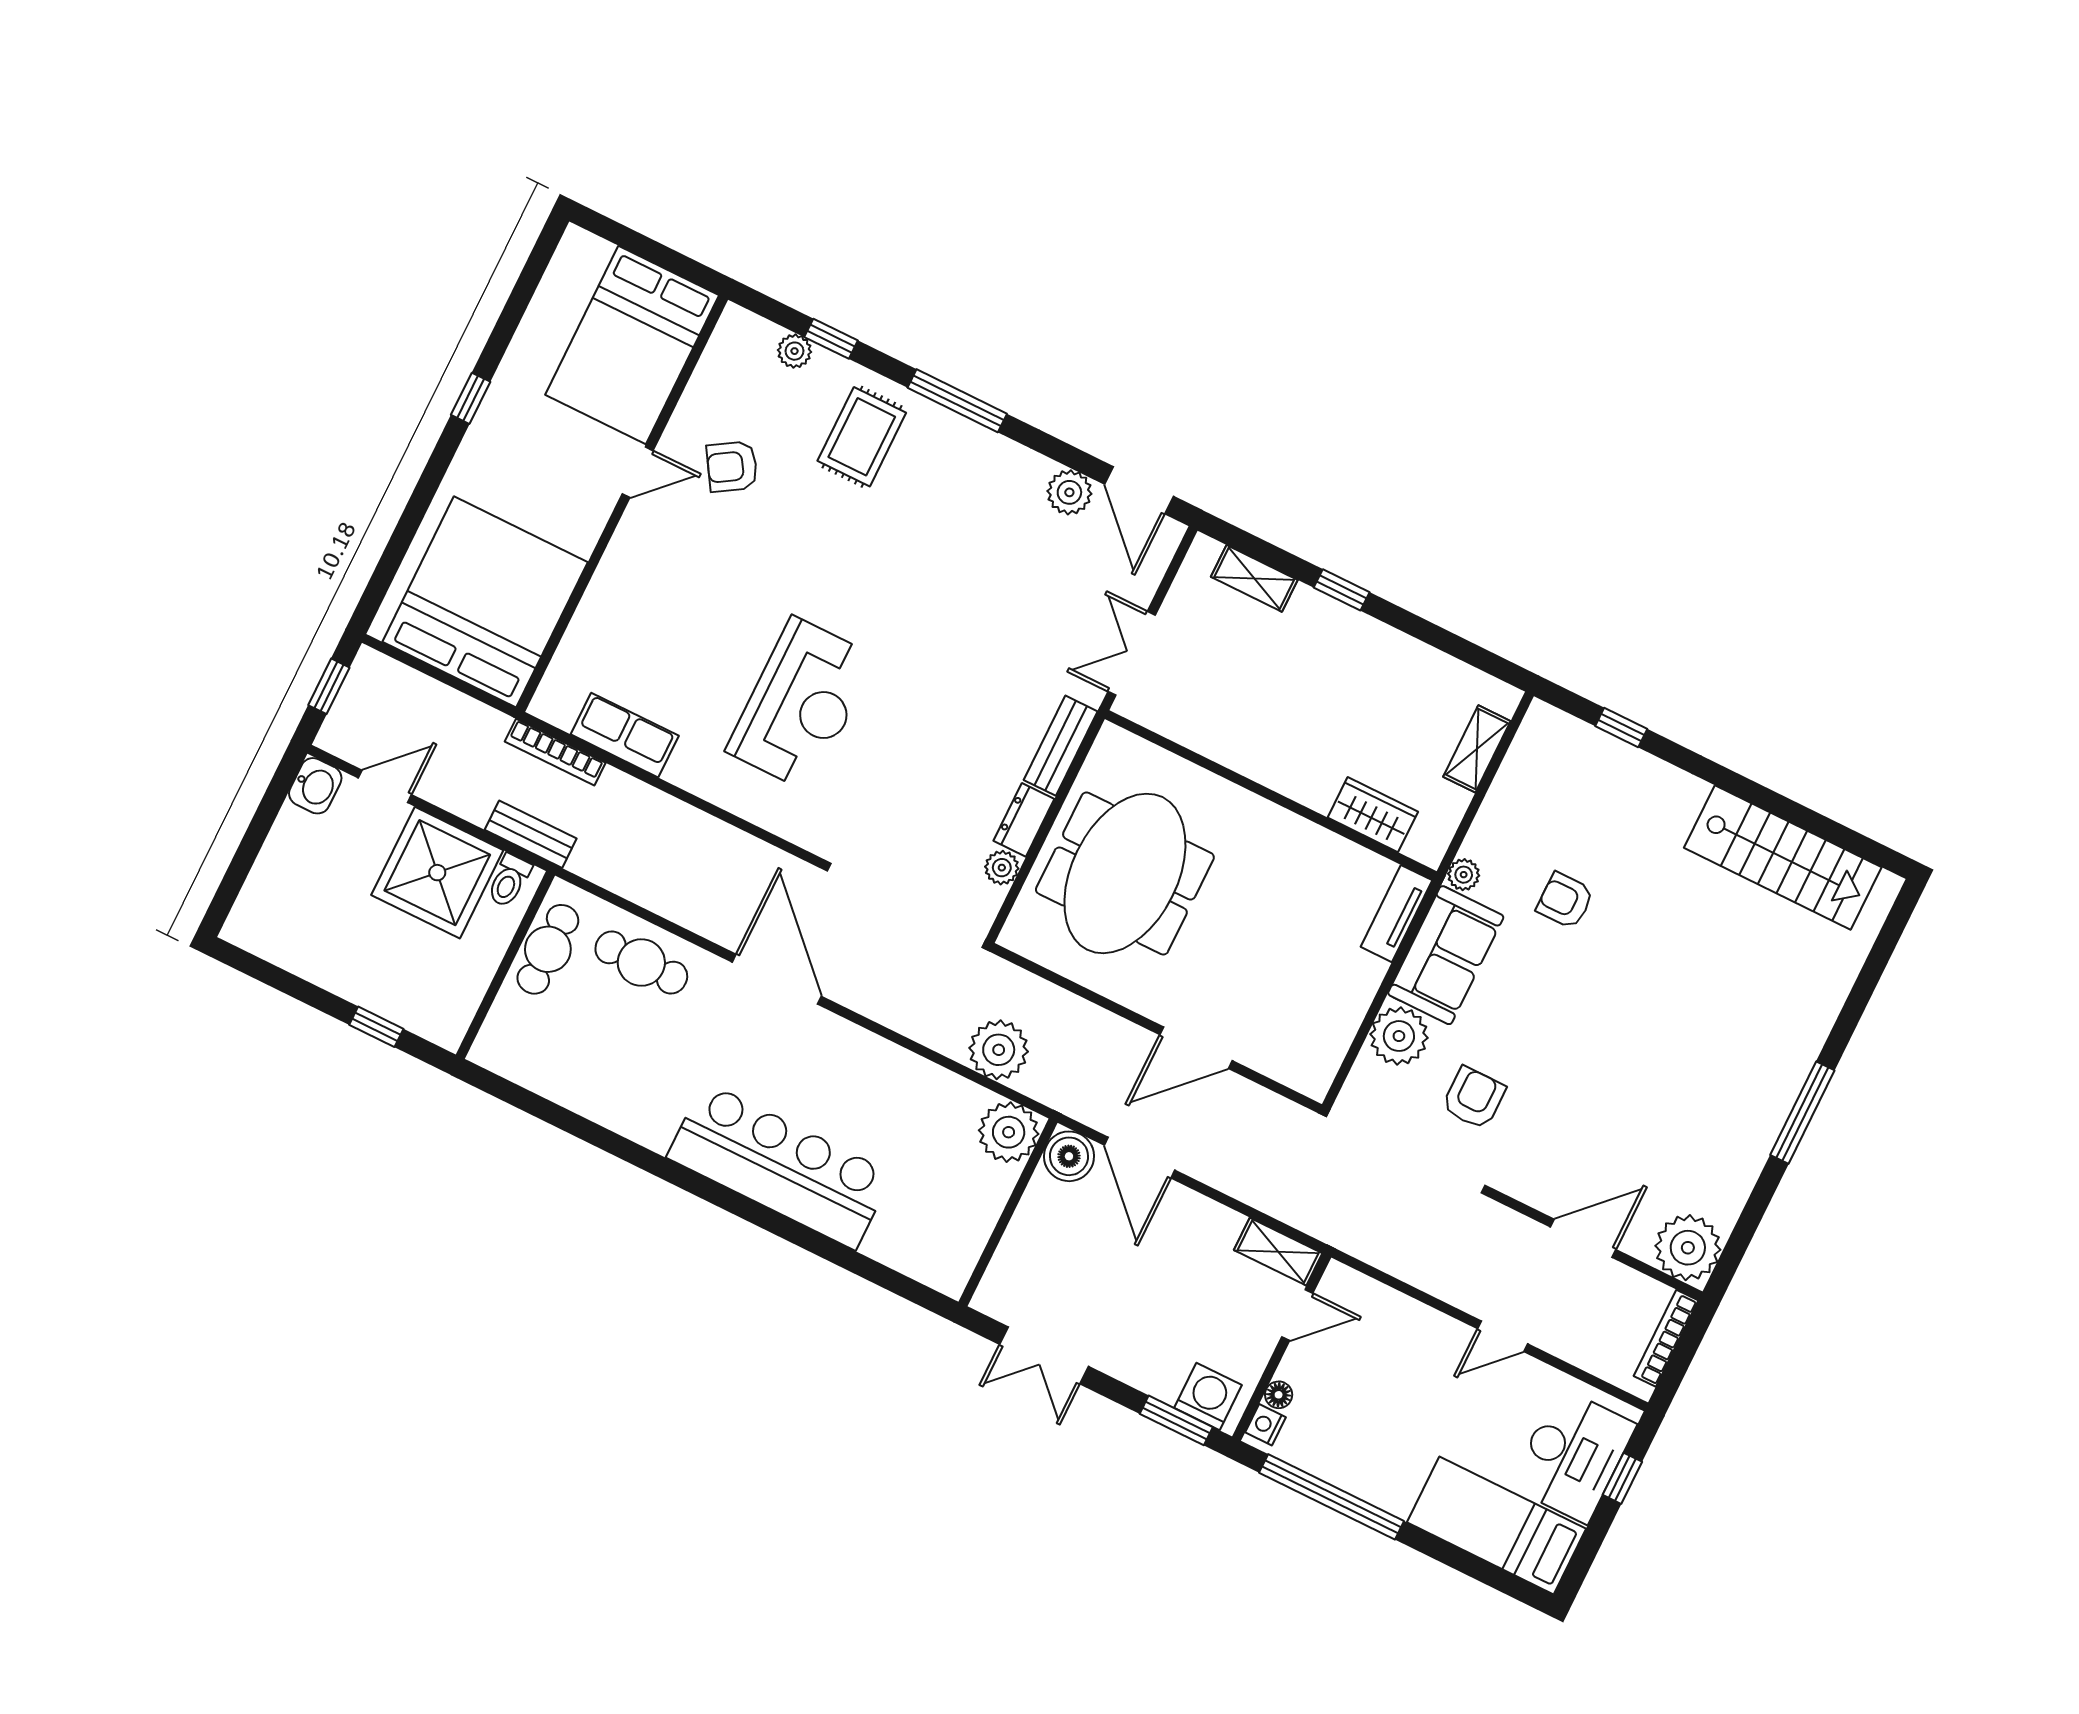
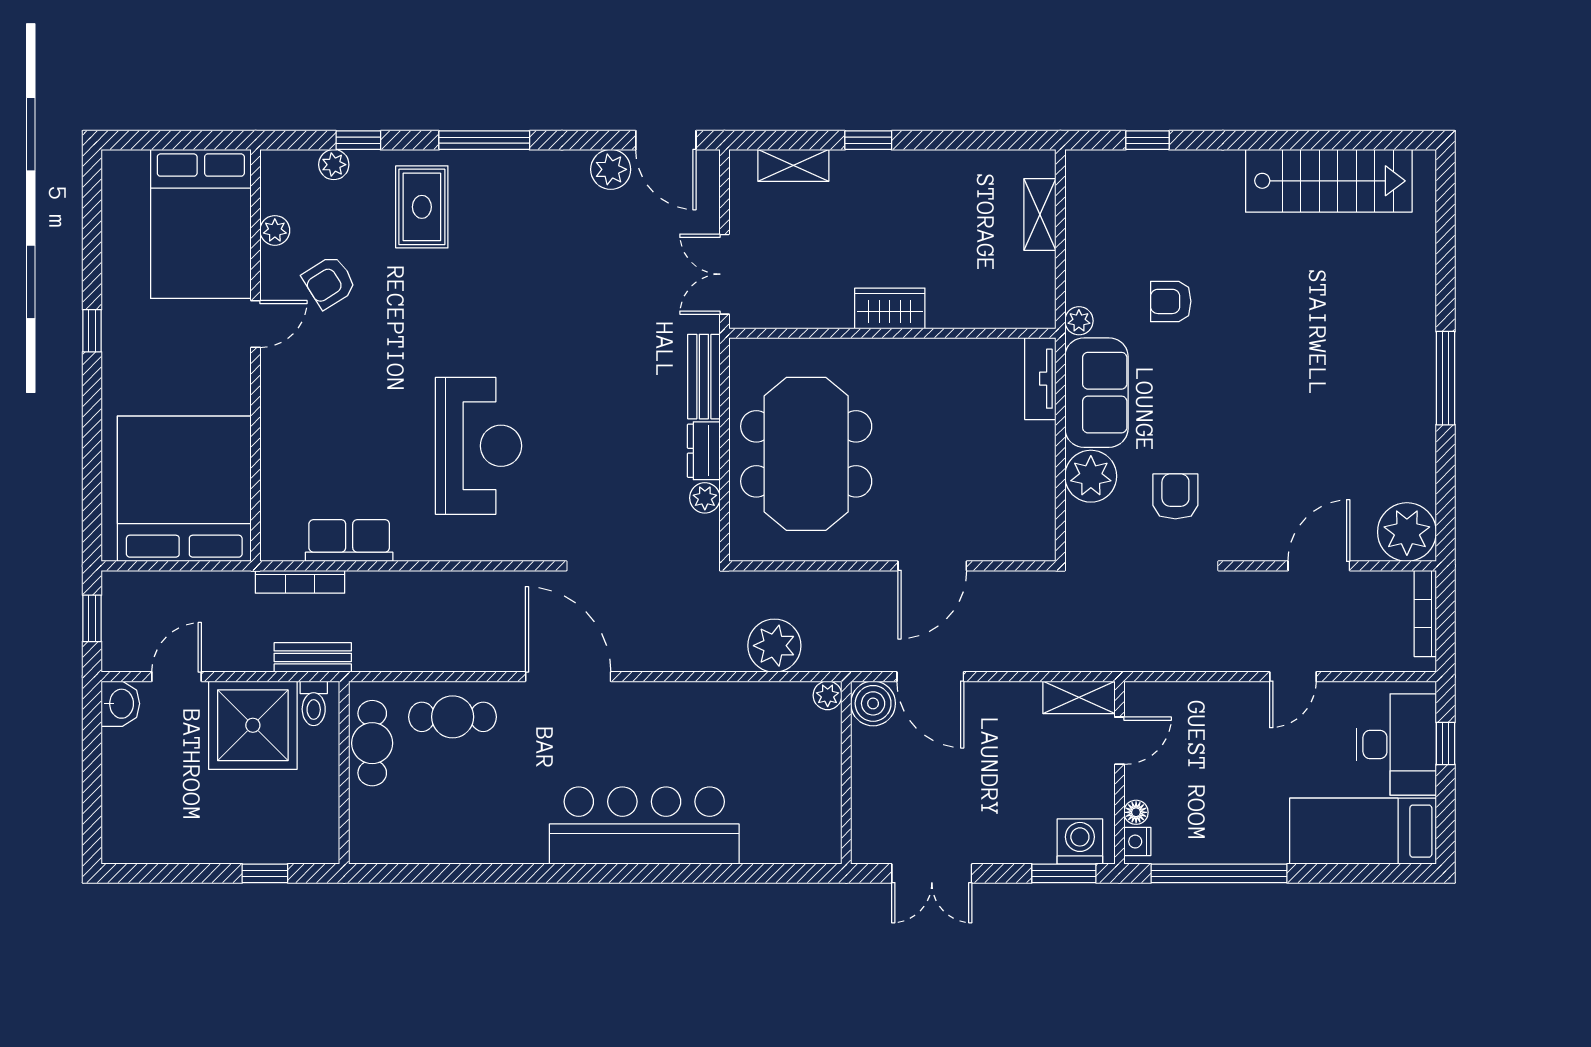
plant: (703, 388) -> (275, 230), added
wardrobe: (1373, 815) -> (890, 308), moved
plant: (1009, 1132) -> (828, 695), width x0.53, depth x0.53

